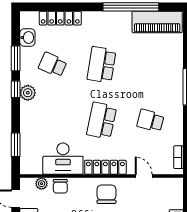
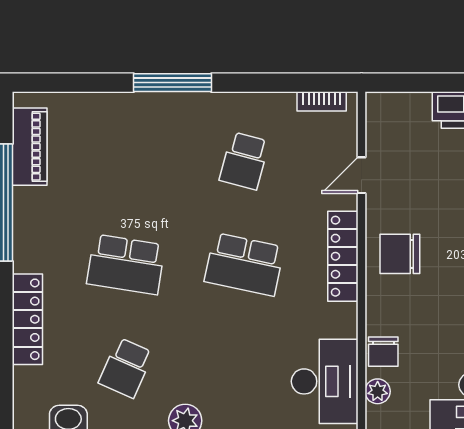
locker: (60, 18) -> (27, 319), moved
piano: (157, 22) -> (30, 147), width x0.73, depth x0.75
desk: (63, 159) -> (325, 381), moved
chair: (60, 186) -> (383, 352), turned 90

